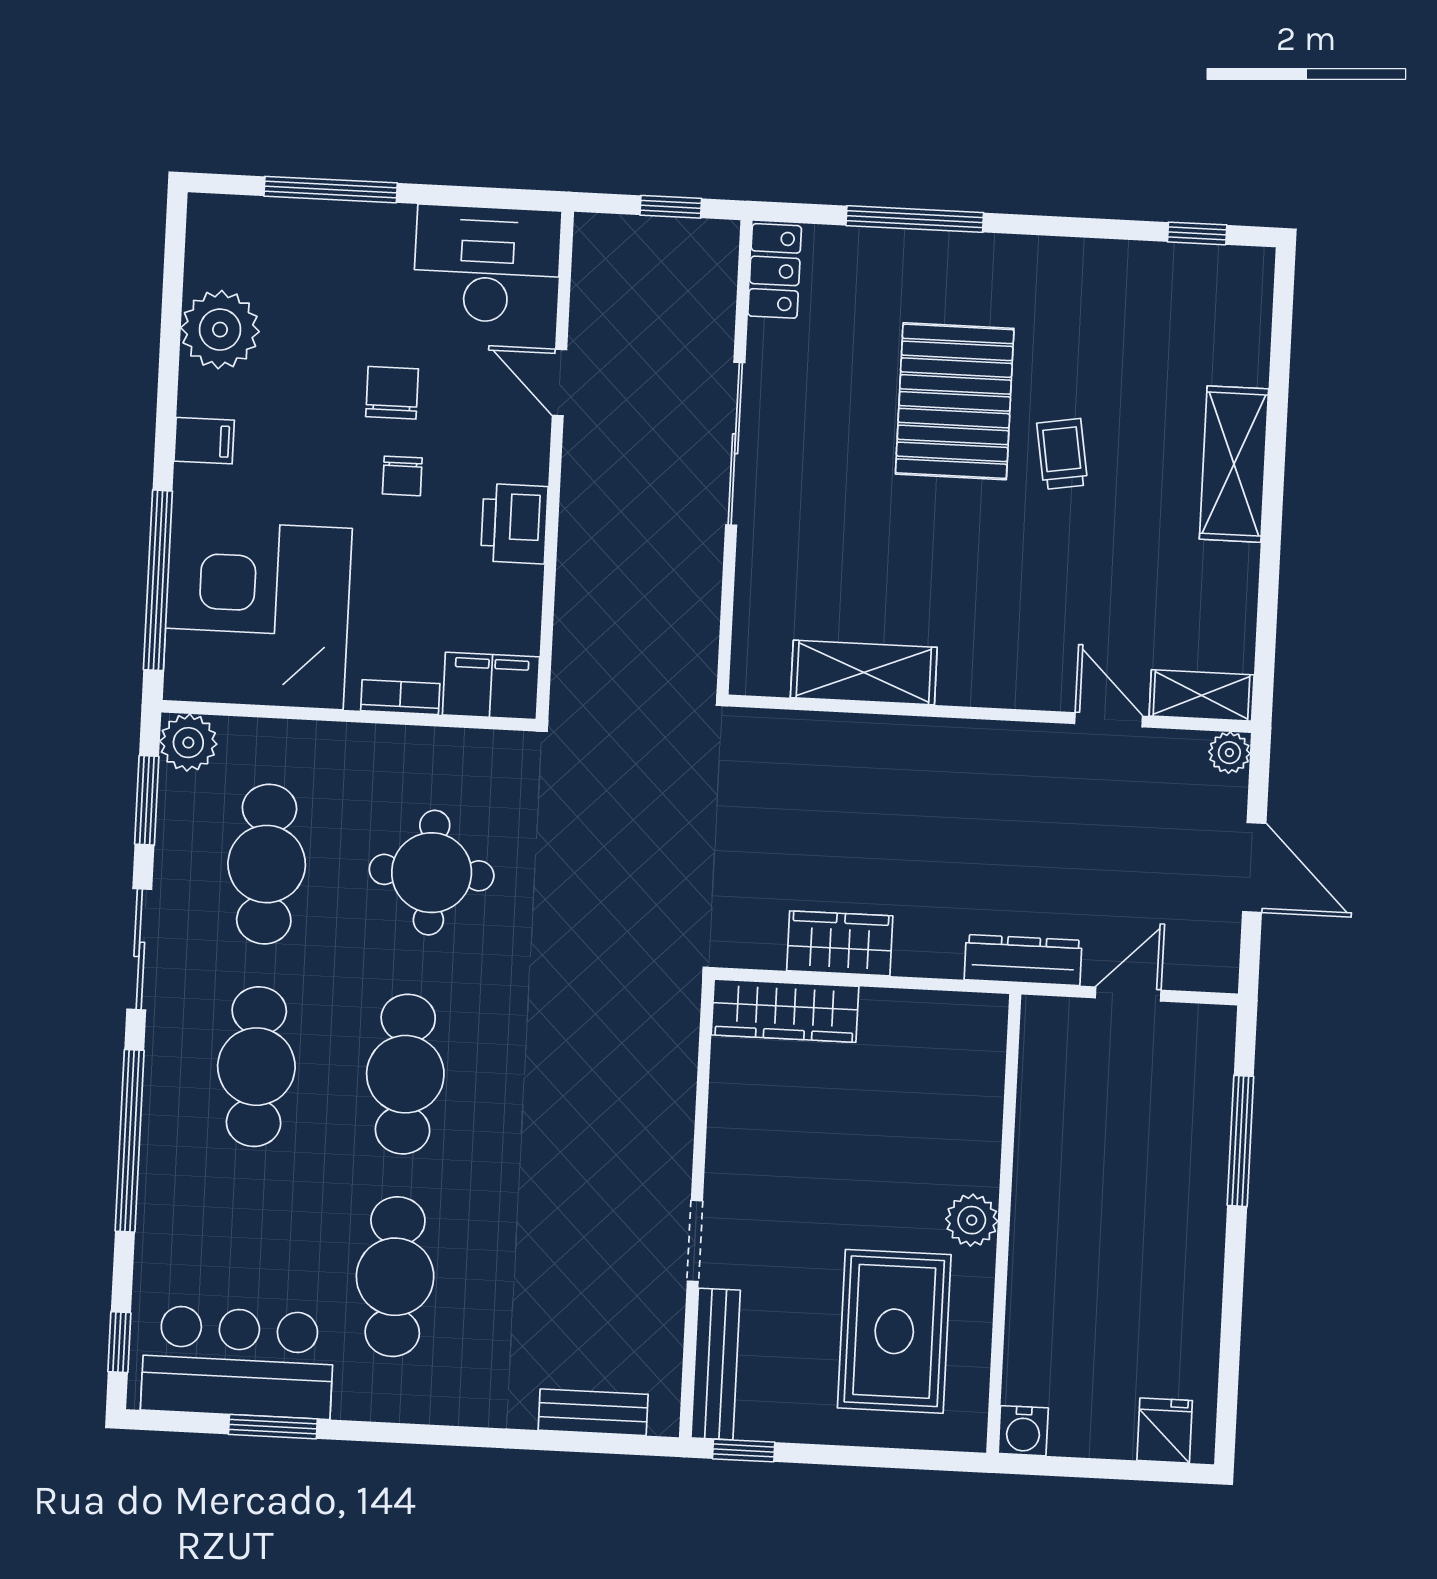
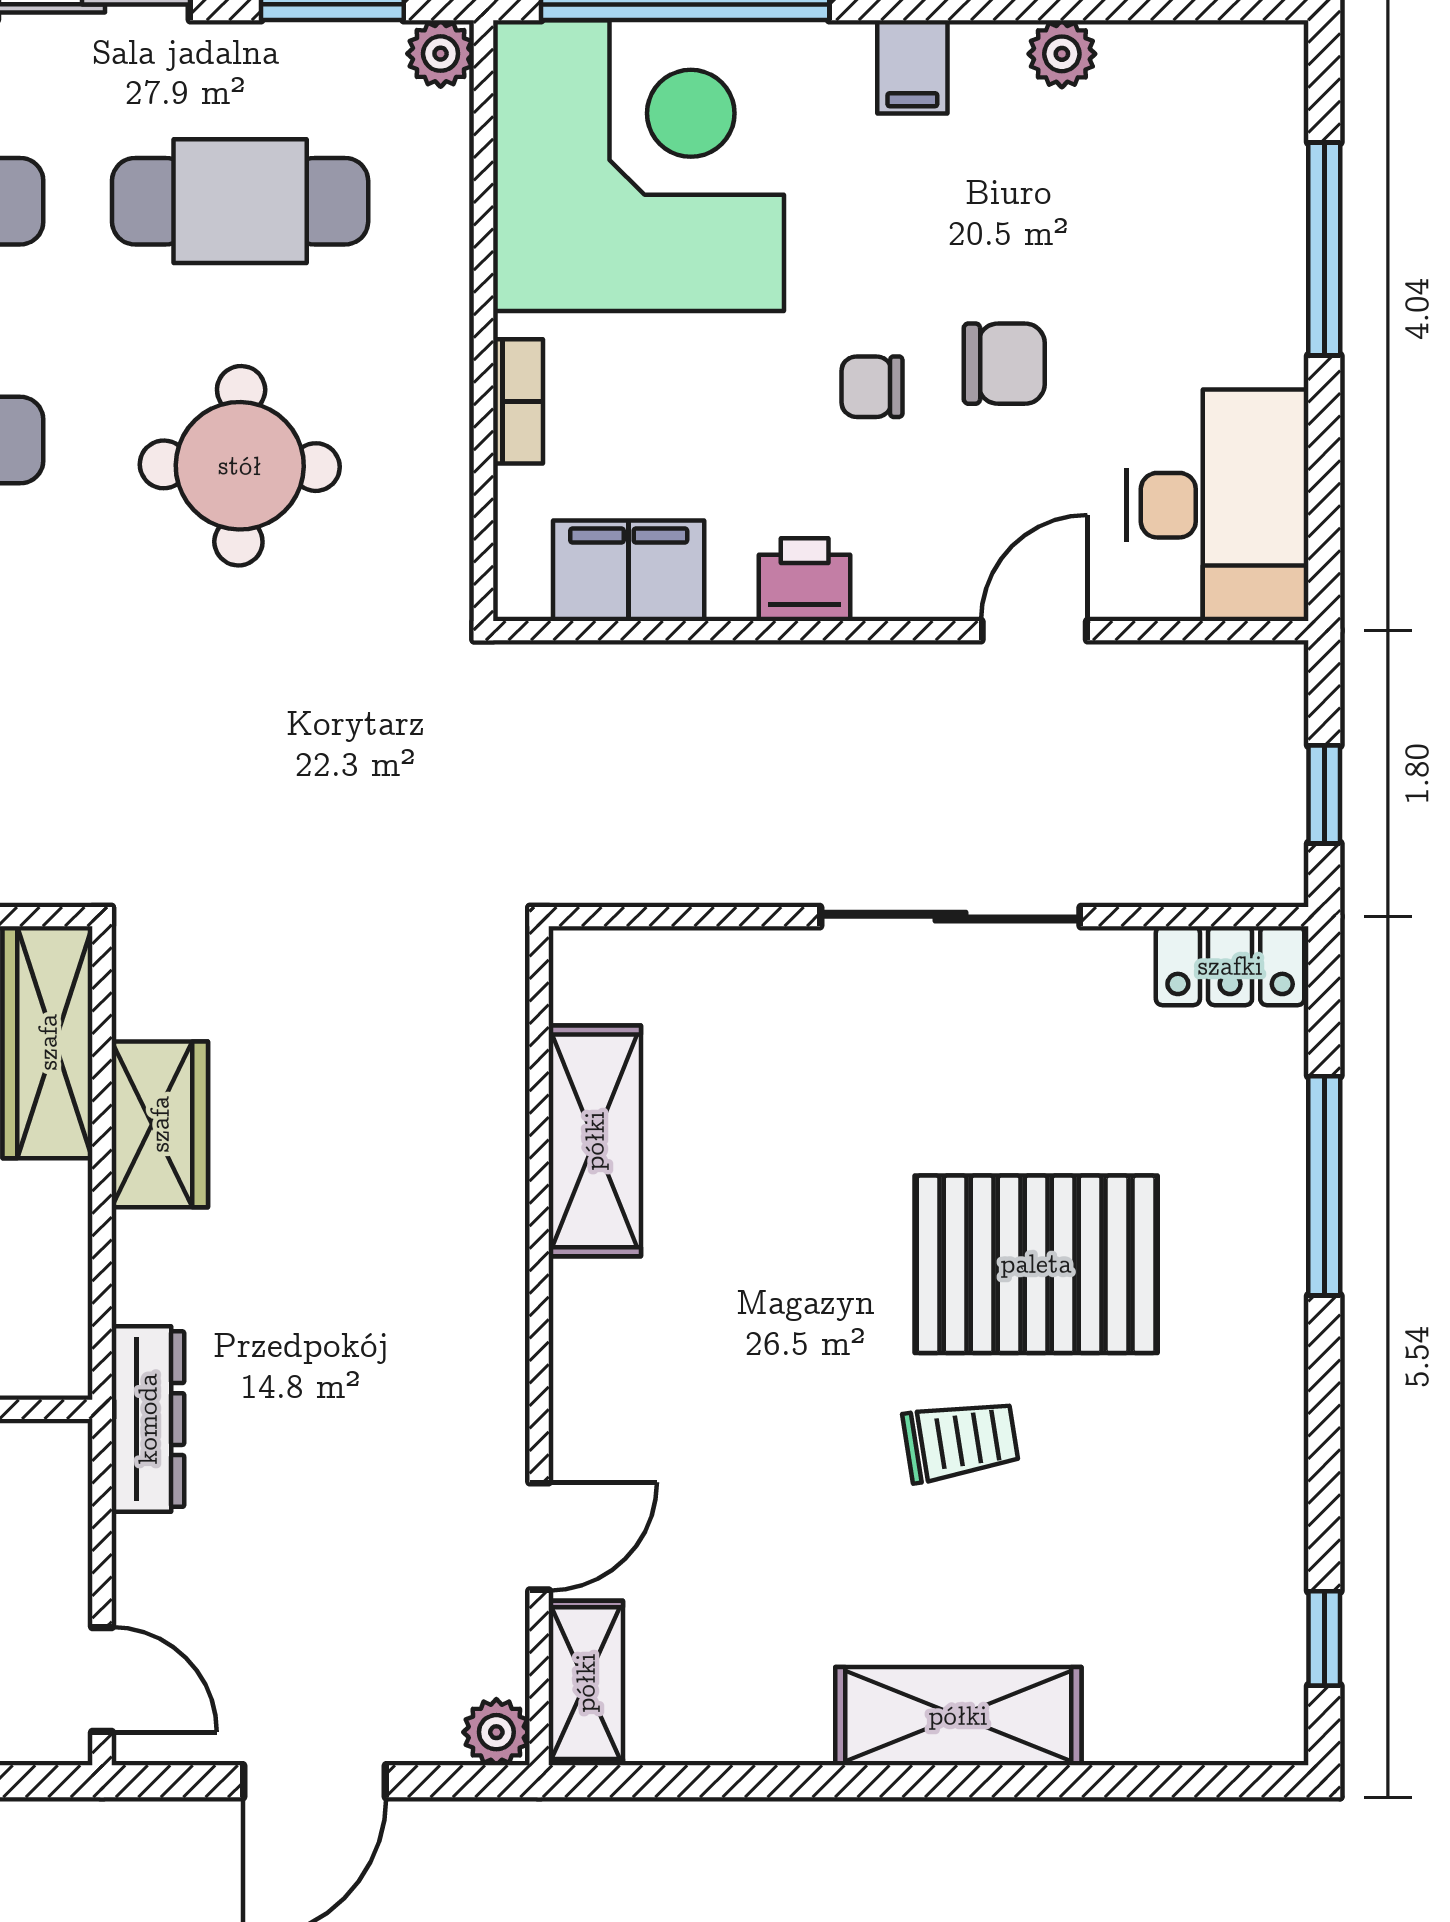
plant: (220, 330) -> (1062, 54), width x0.53, depth x0.53
printer: (514, 524) -> (805, 580), width x0.73, depth x0.81
filing cabinet: (491, 686) -> (629, 571), moved, turned -90
plant: (188, 743) -> (441, 54), width x0.73, depth x0.73
door: (1128, 994) -> (102, 1680), moved

